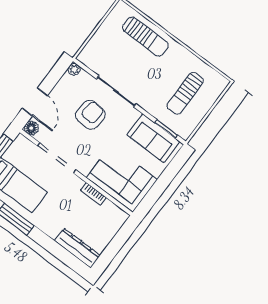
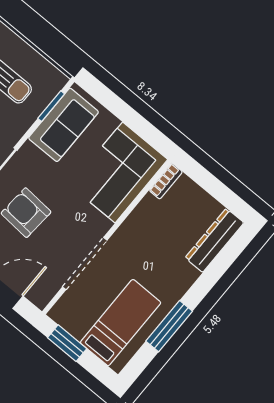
floor lamp: (31, 128) -> (41, 298), removed
bookcase: (93, 194) -> (166, 181), moved

